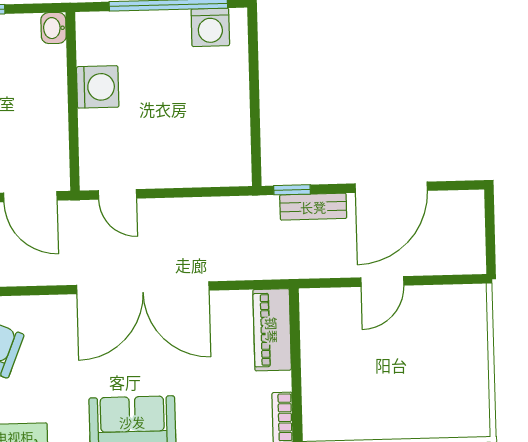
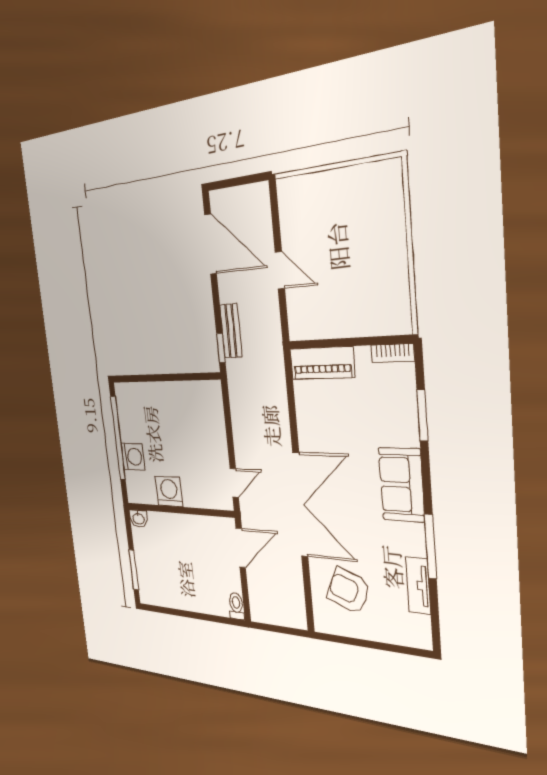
washing machine: (210, 27) -> (133, 457), moved
door: (391, 187) -> (211, 244), moved
double door: (143, 288) -> (300, 505), moved

